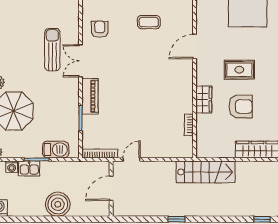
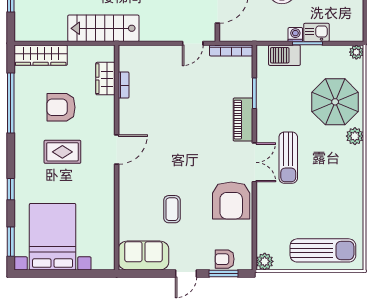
coffee table: (149, 22) -> (172, 209), turned 90
armchair: (100, 29) -> (231, 201), width x1.88, depth x1.88
door: (195, 47) -> (117, 150), moved
sun lounger: (52, 50) -> (288, 158), moved
wardrobe: (204, 99) -> (105, 79), moved
washing machine: (12, 167) -> (295, 35), moved

